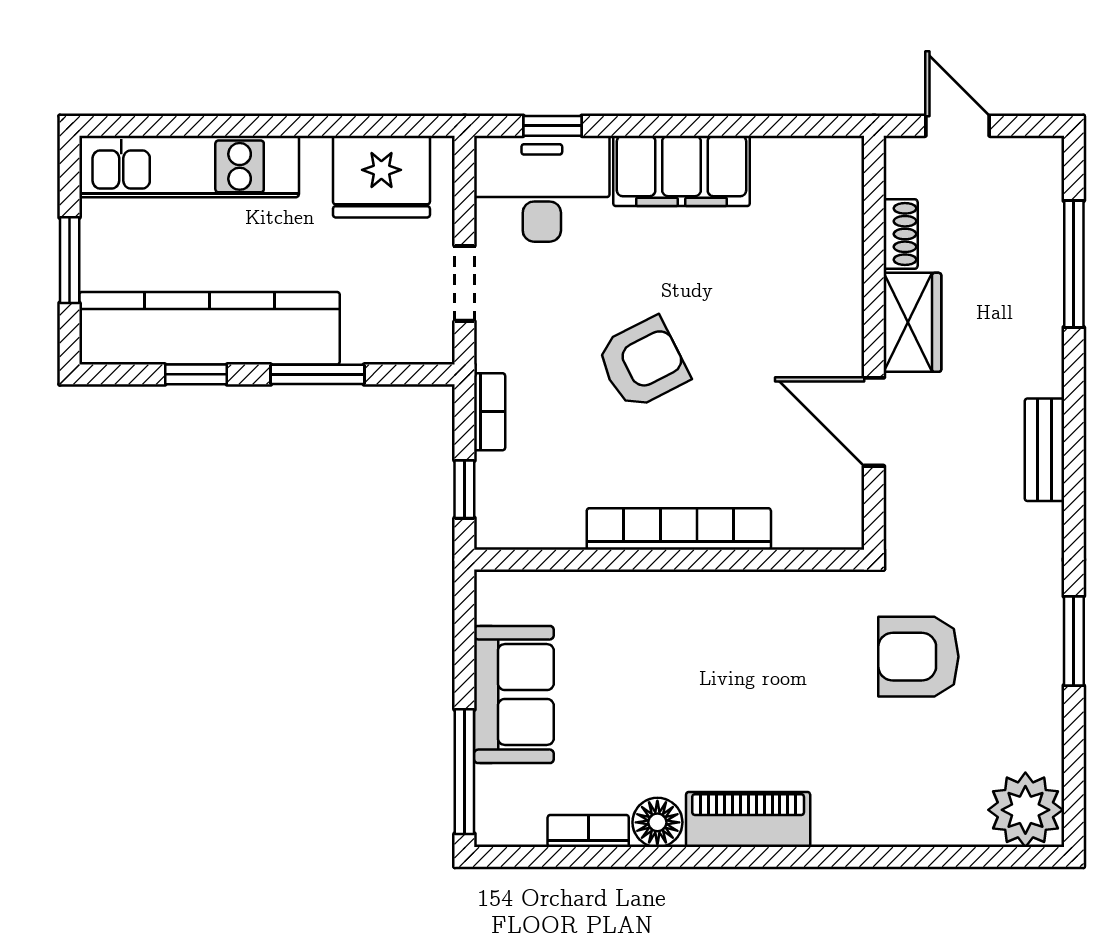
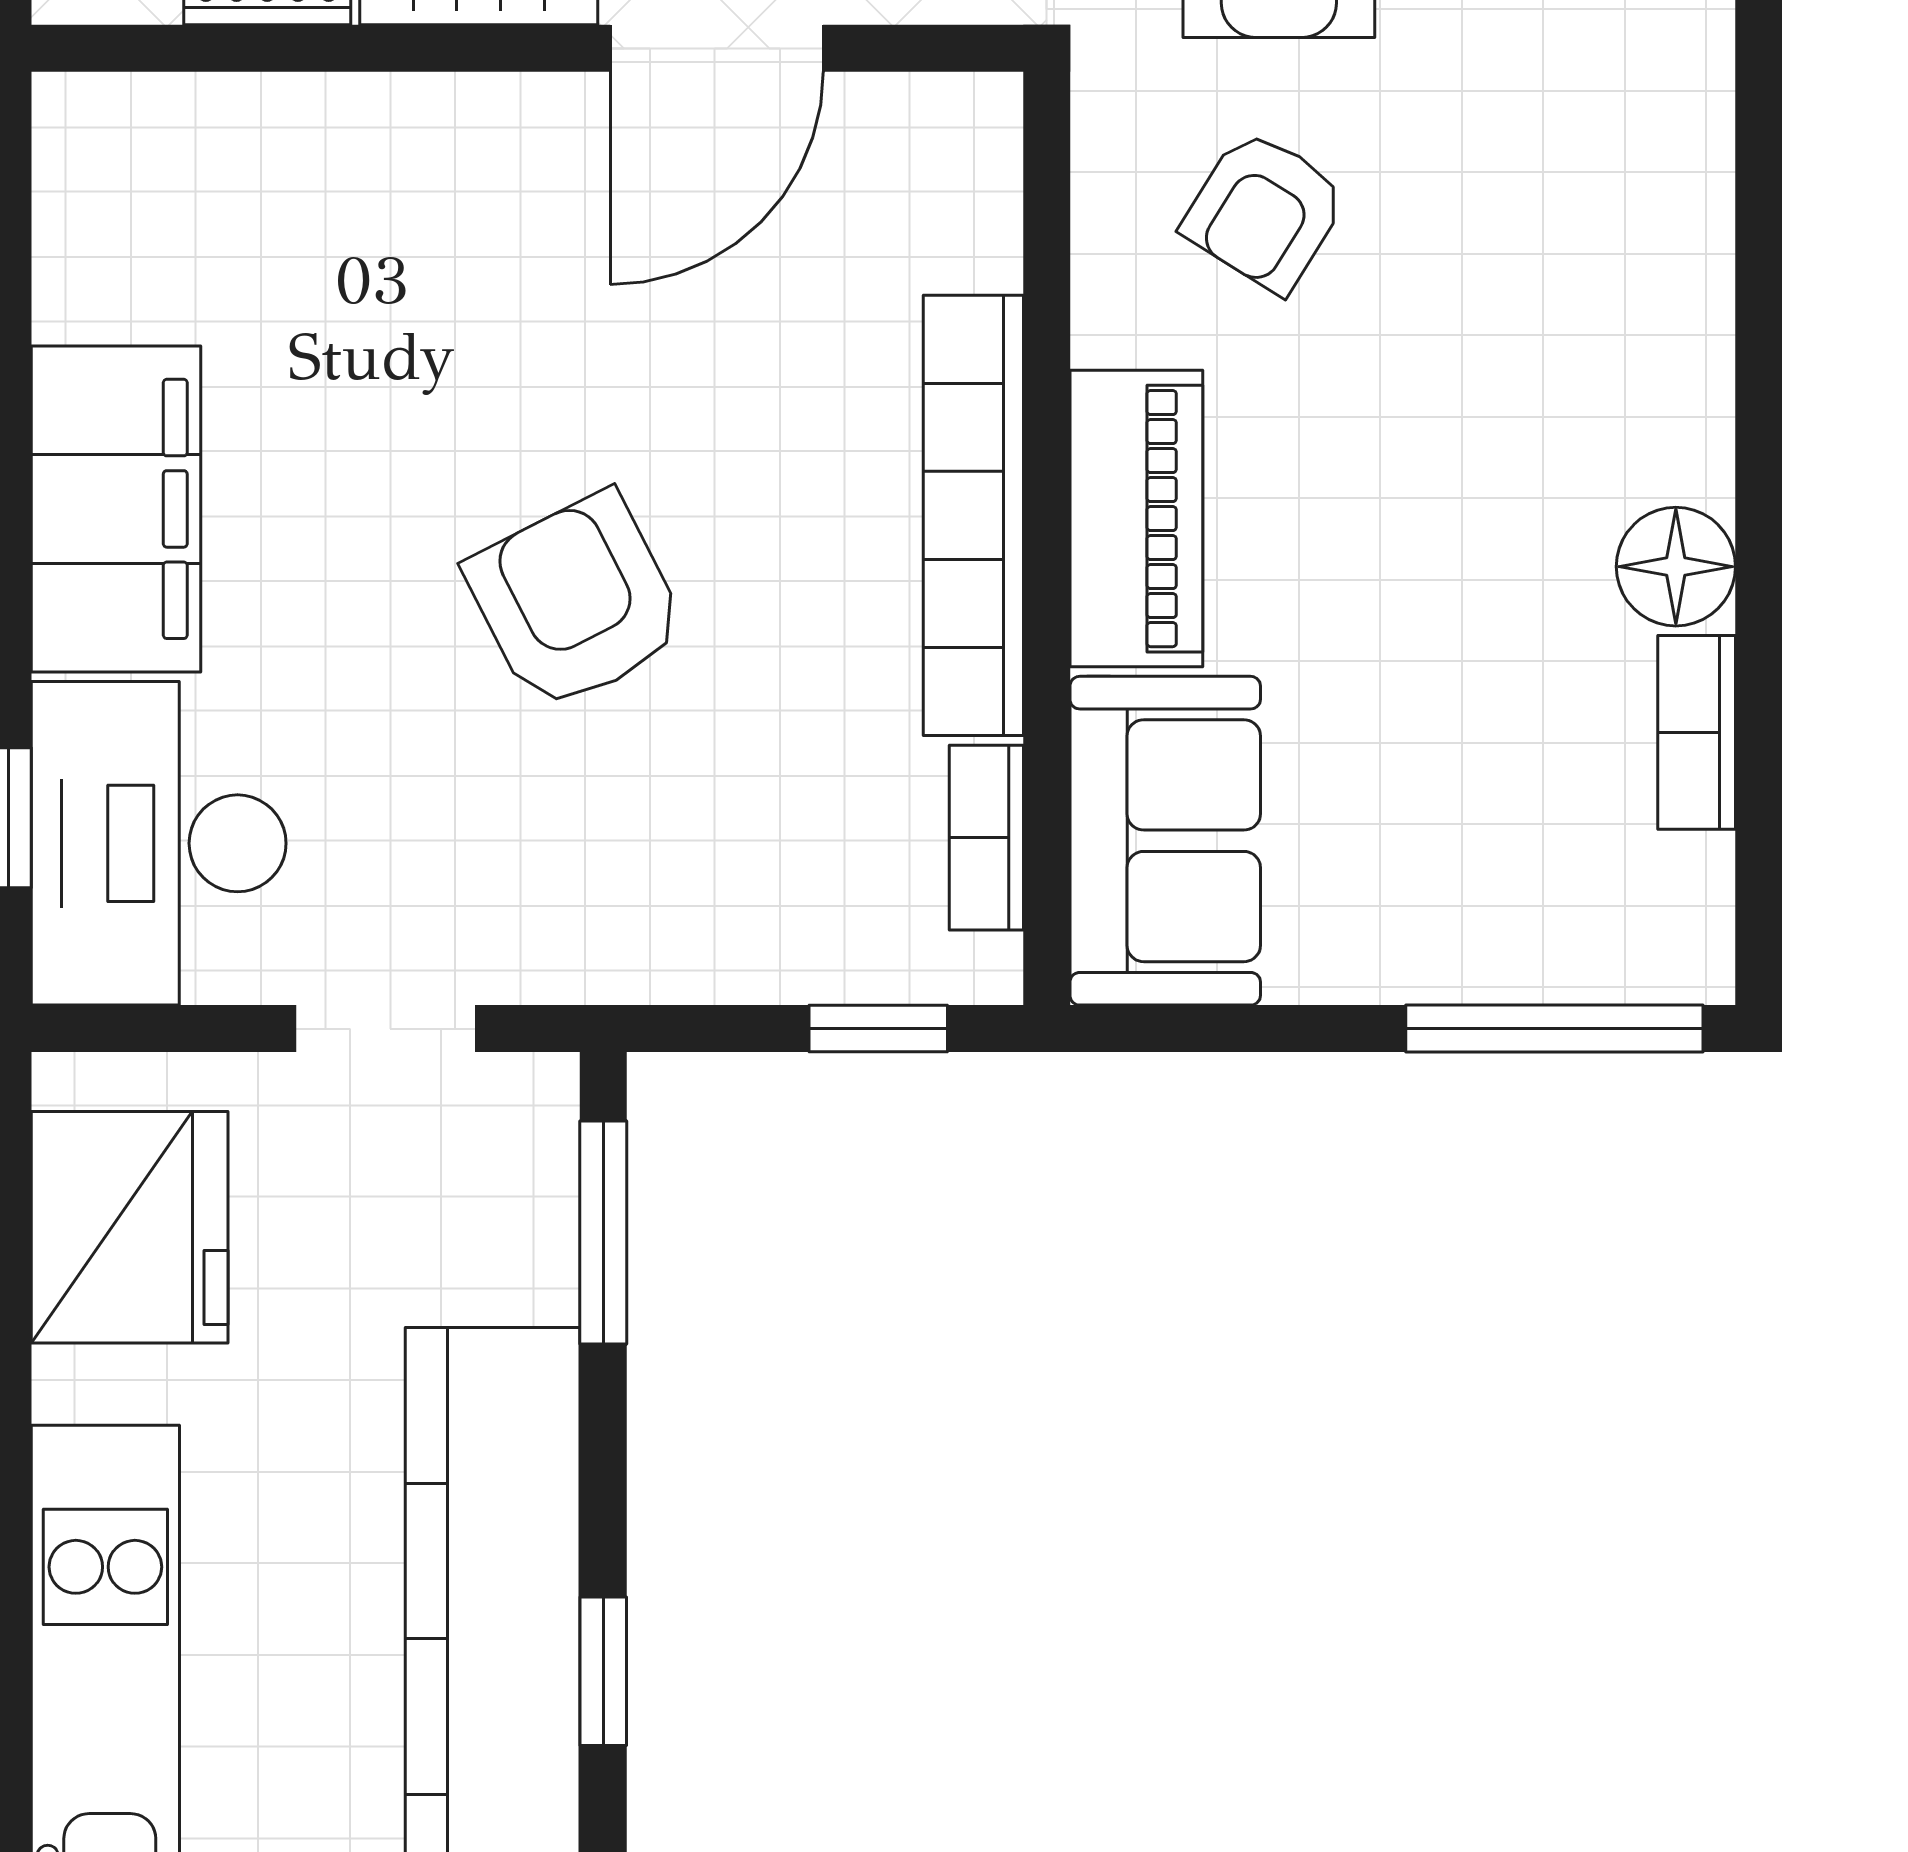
window: (317, 374) -> (603, 1233), moved
bookcase: (490, 412) -> (986, 838), moved, turned -90
armchair: (806, 651) -> (1265, 211), added
sofa: (514, 695) -> (1165, 841), moved, turned 90
piano: (748, 820) -> (1136, 519), moved, turned 180

